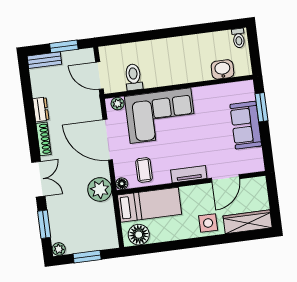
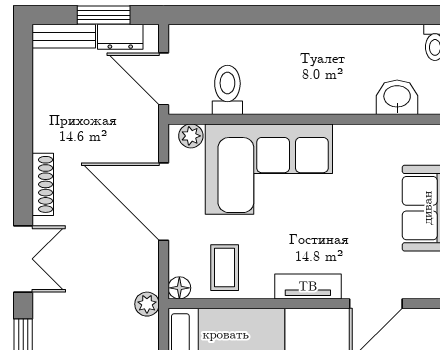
dresser: (41, 109) -> (120, 37), moved, turned 90
plant: (100, 189) -> (147, 304), width x0.53, depth x0.53

